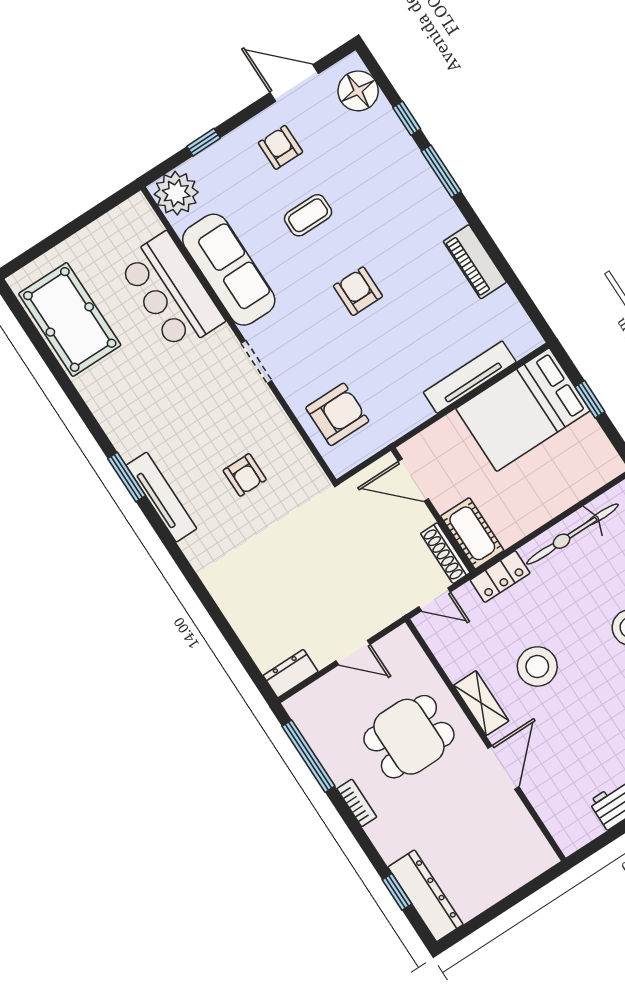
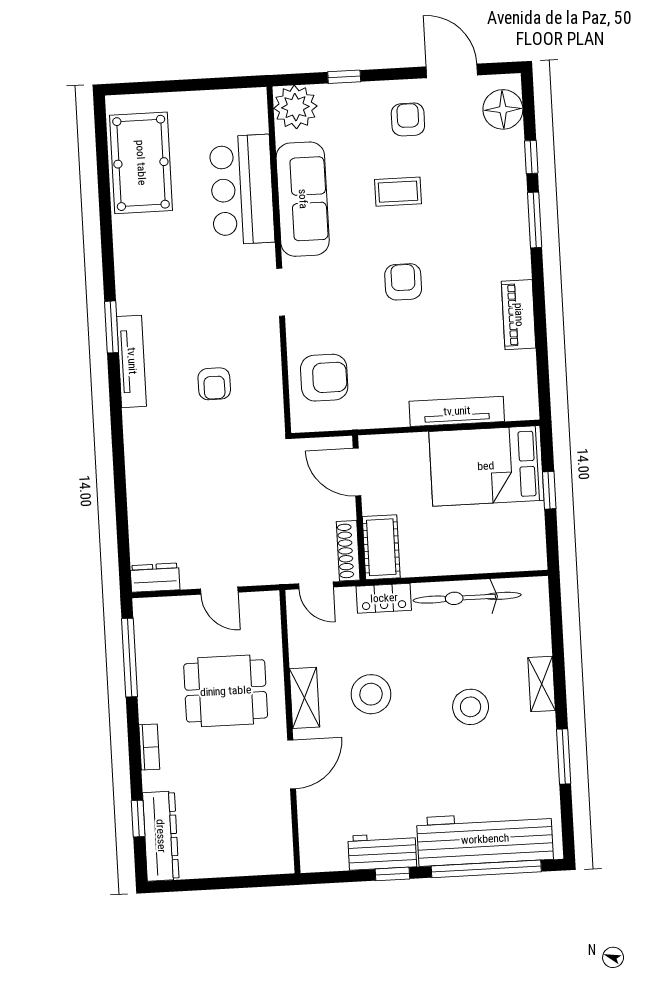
bookcase: (357, 803) -> (149, 747), moved

